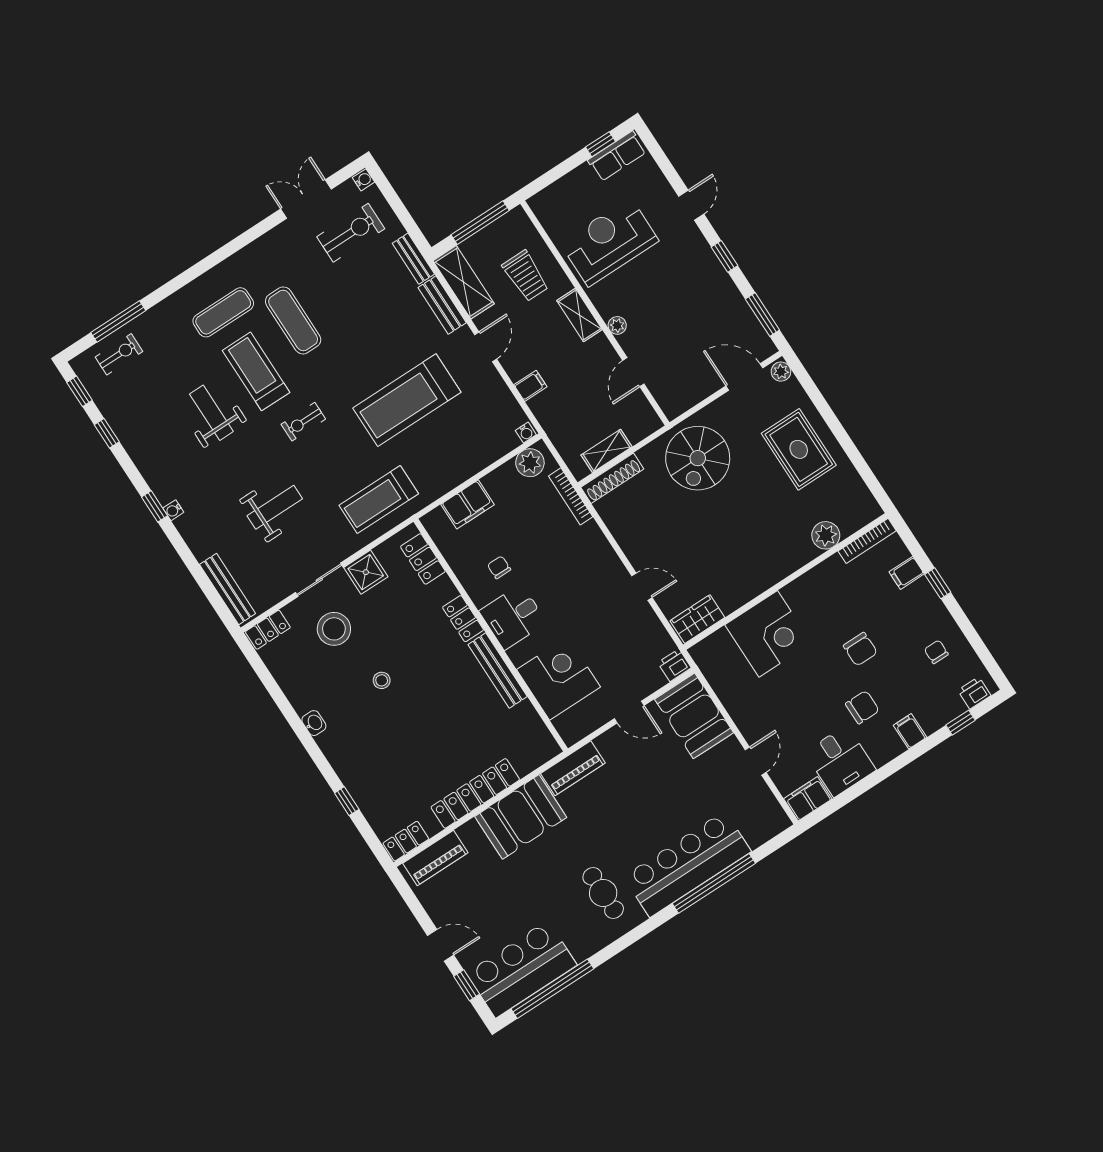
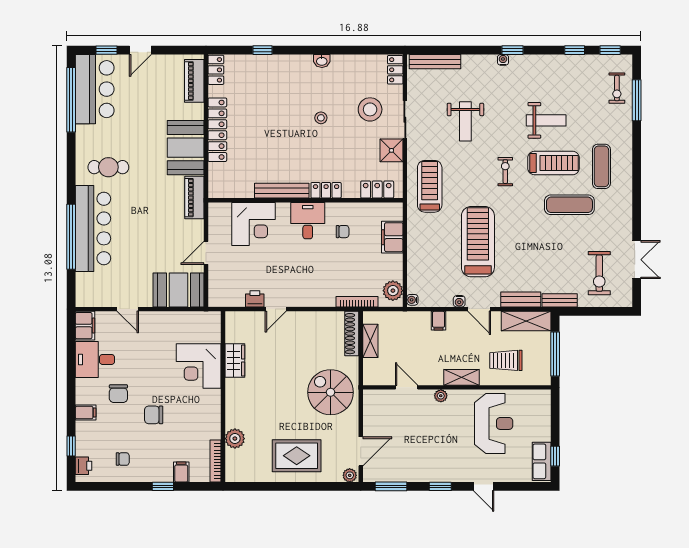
water cooler: (364, 180) -> (459, 301), moved
wardrobe: (697, 619) -> (235, 361), moved
printer: (674, 665) -> (255, 299), moved, turned -90

